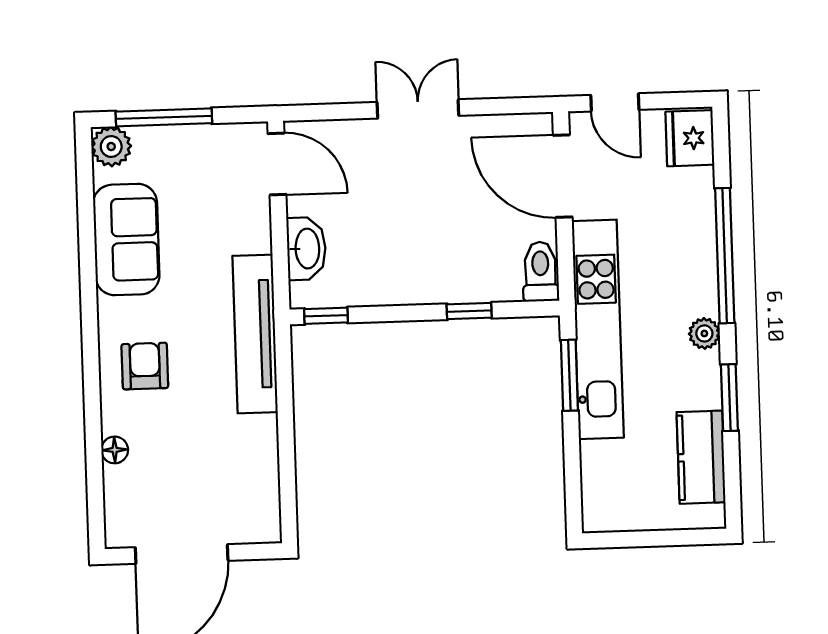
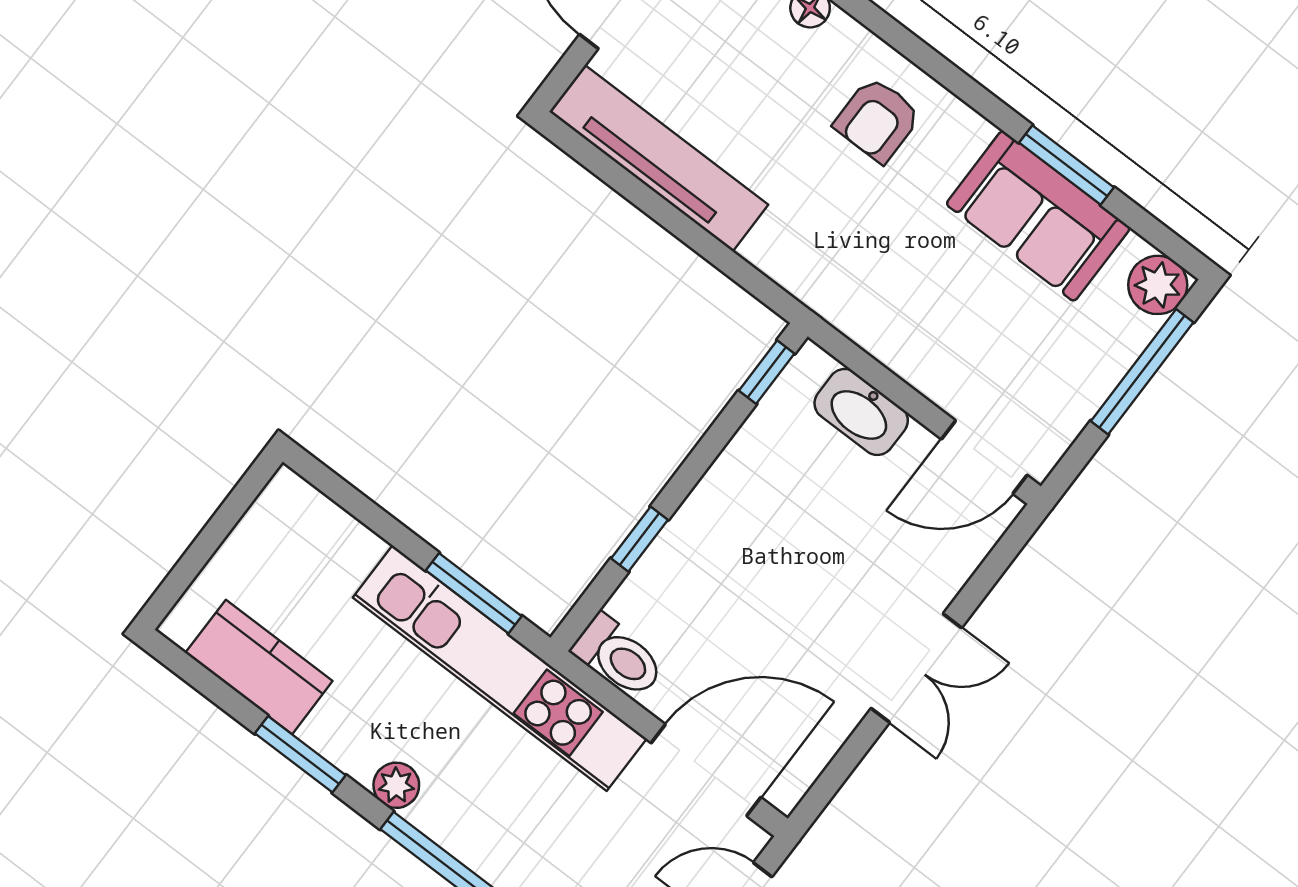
window: (87, 247) -> (1066, 165), added
tv unit: (255, 334) -> (659, 158), moved
armchair: (145, 366) -> (877, 120), turned 90

